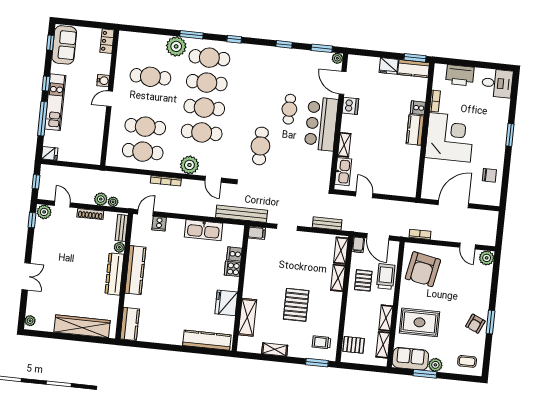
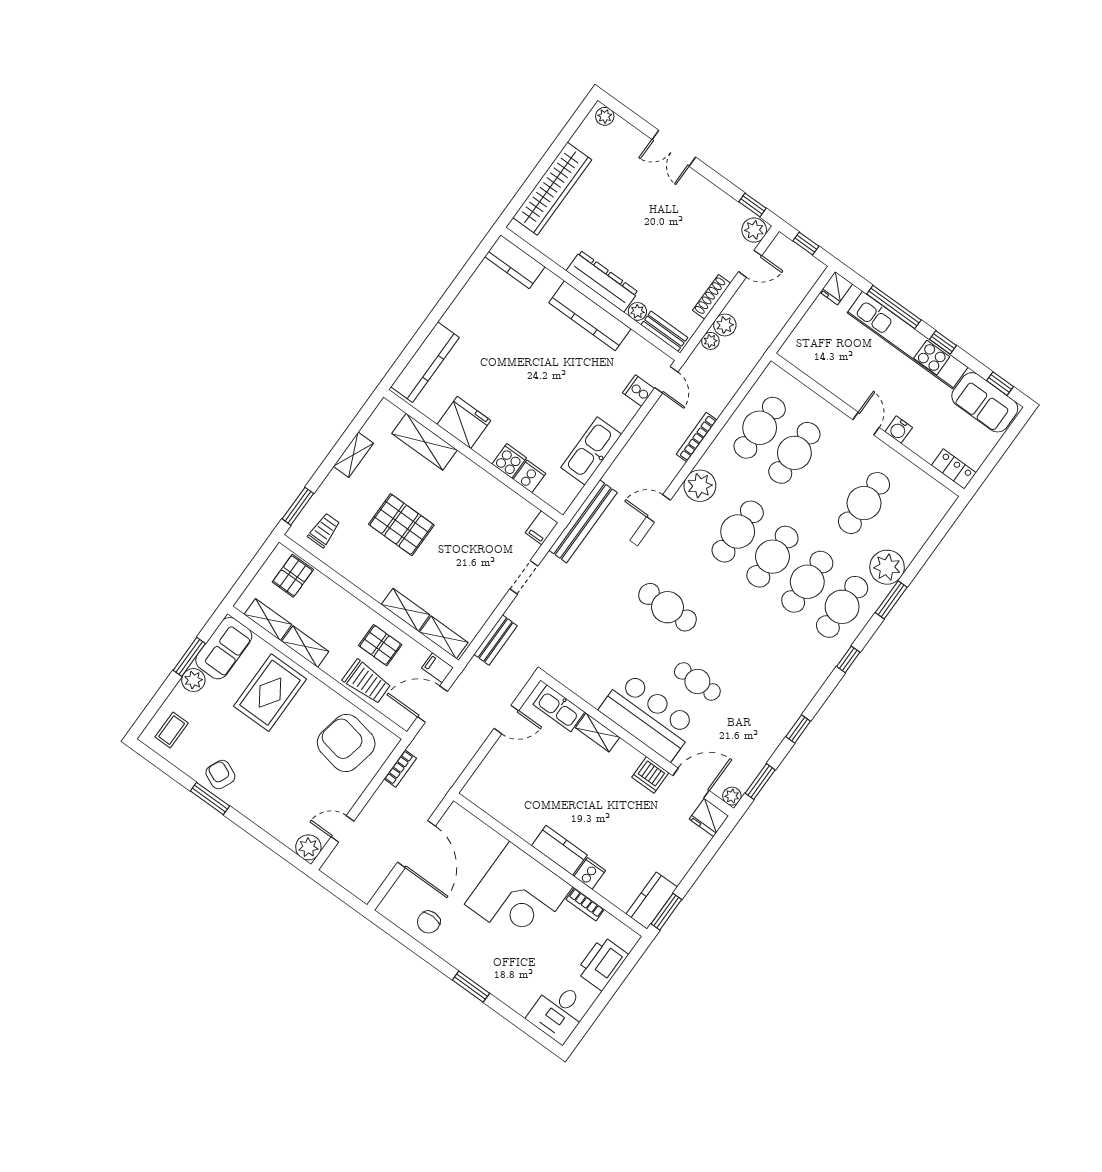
fridge: (389, 66) -> (709, 817), moved, turned -90
kitchen unit: (55, 102) -> (908, 340), width x1.36

